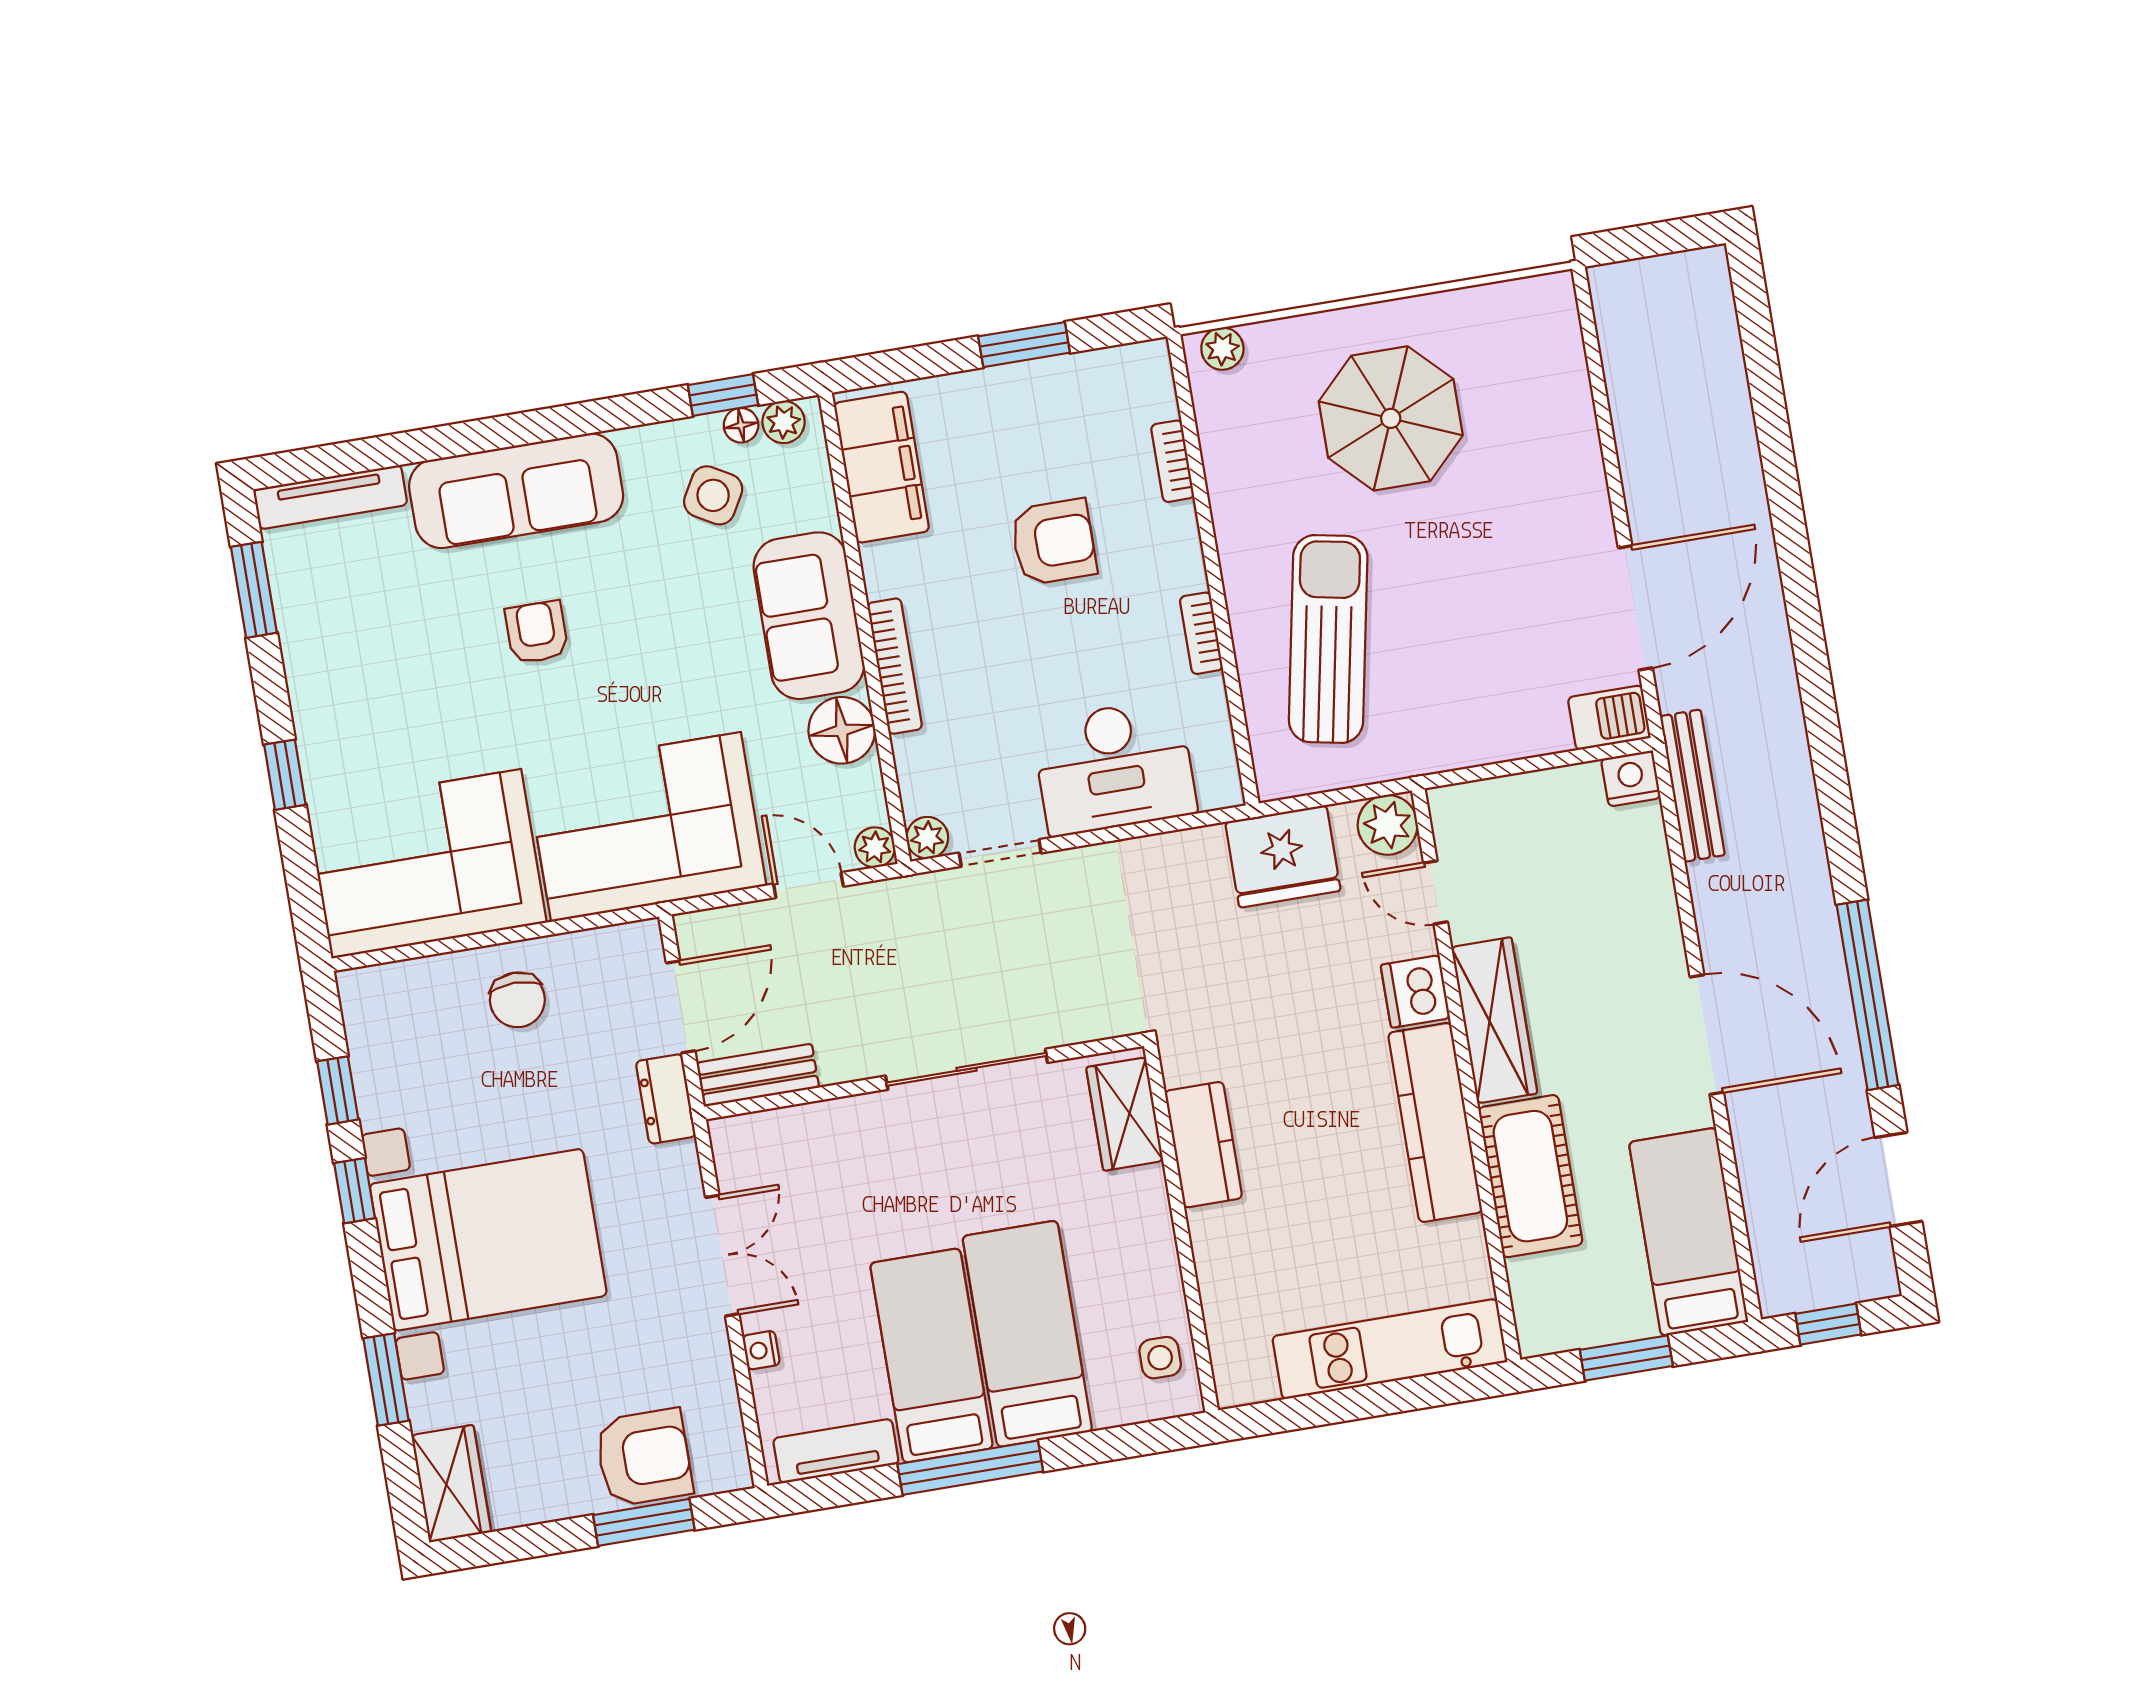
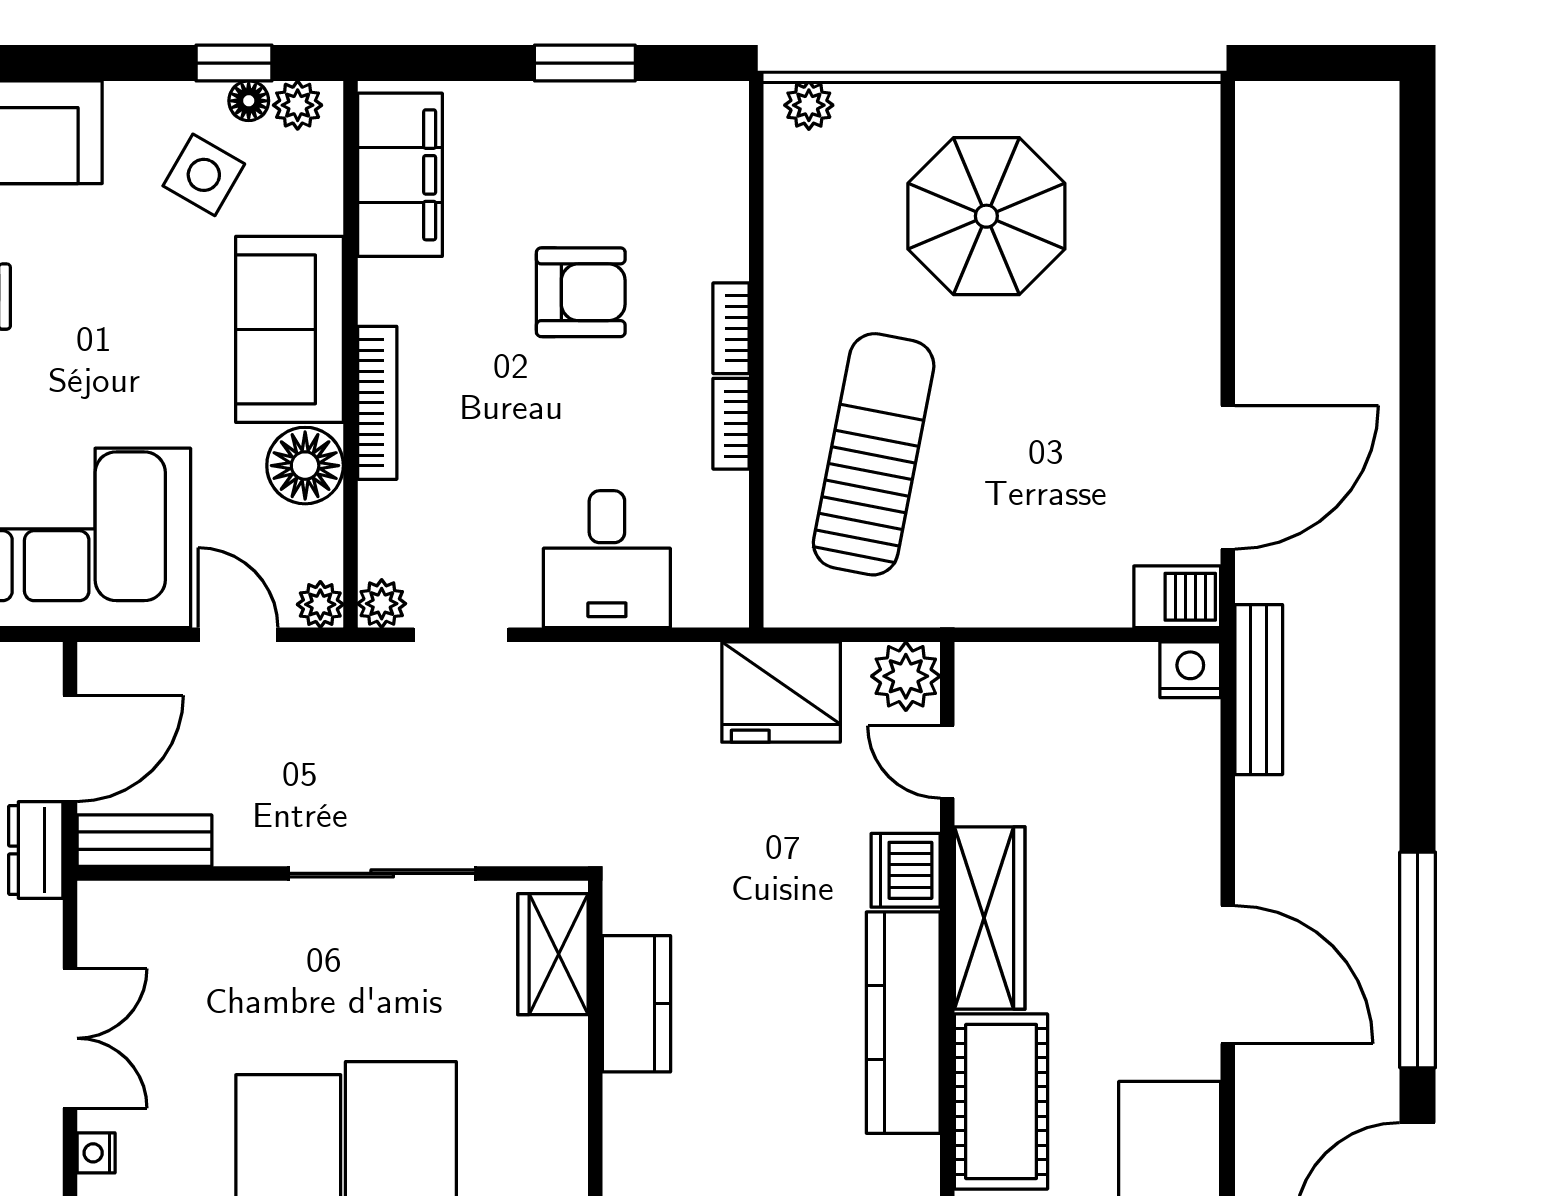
bookcase: (1173, 461) -> (731, 328), moved
desk: (1114, 767) -> (607, 559), width x0.73

